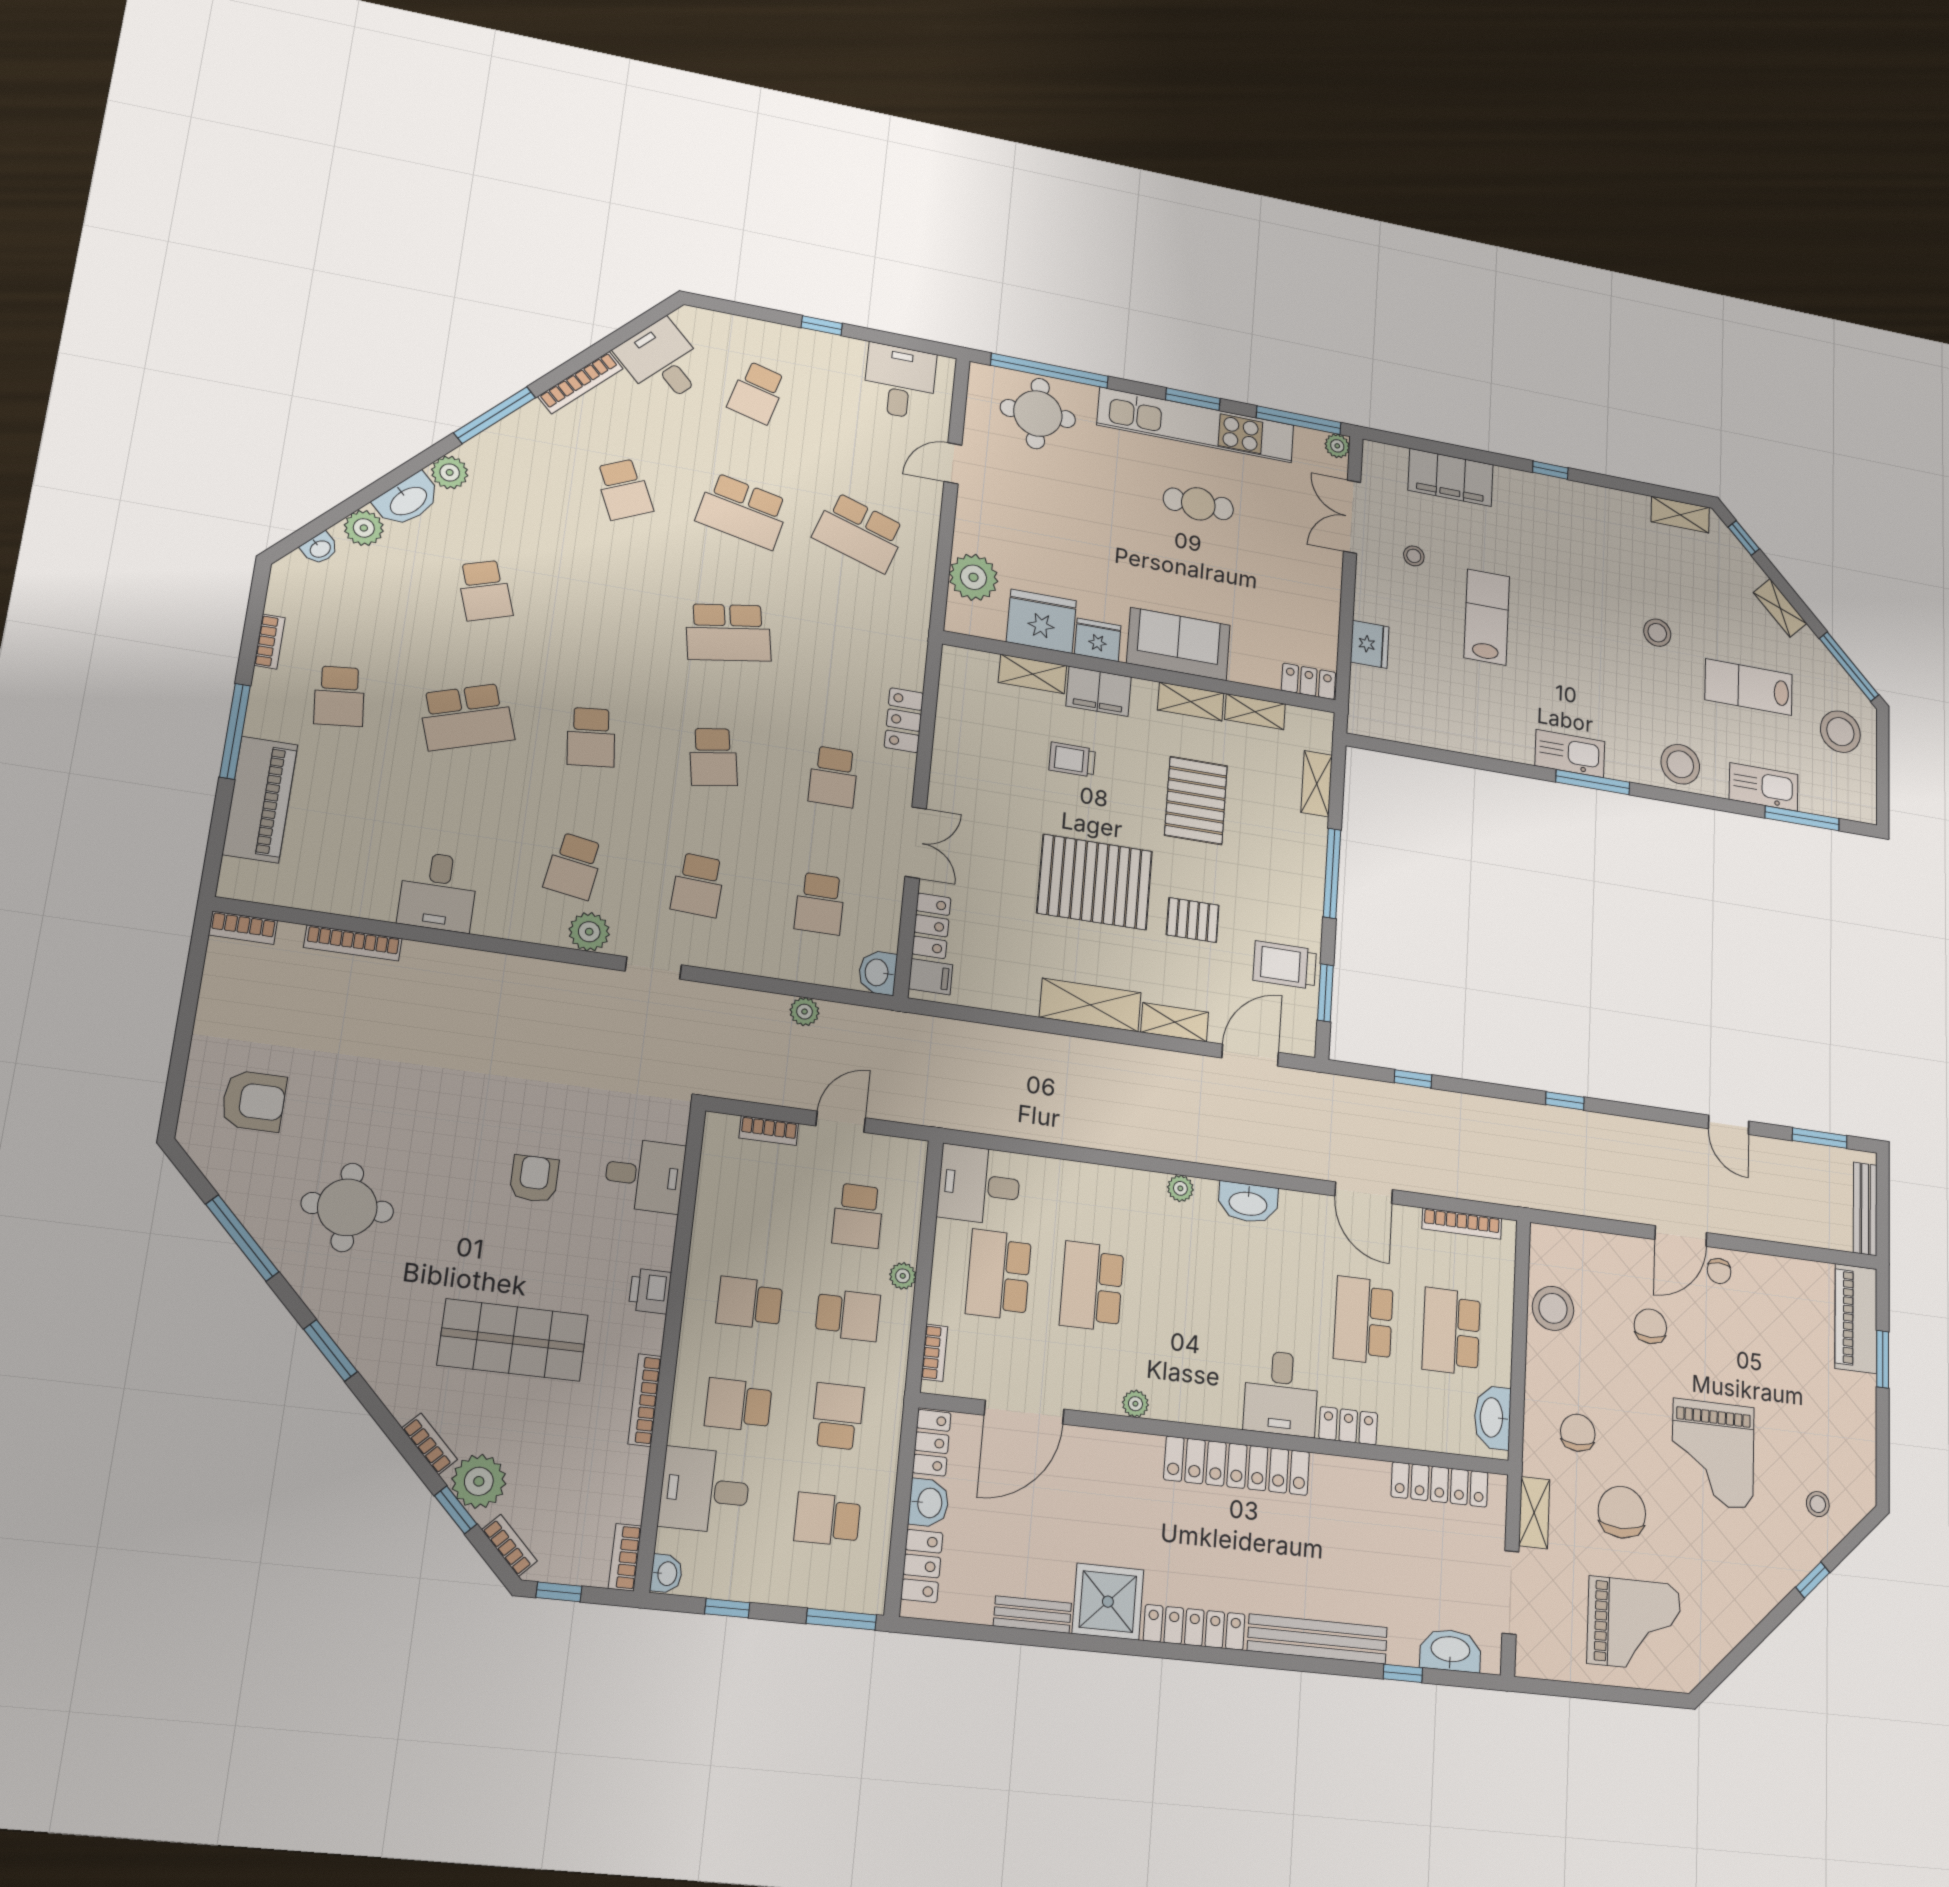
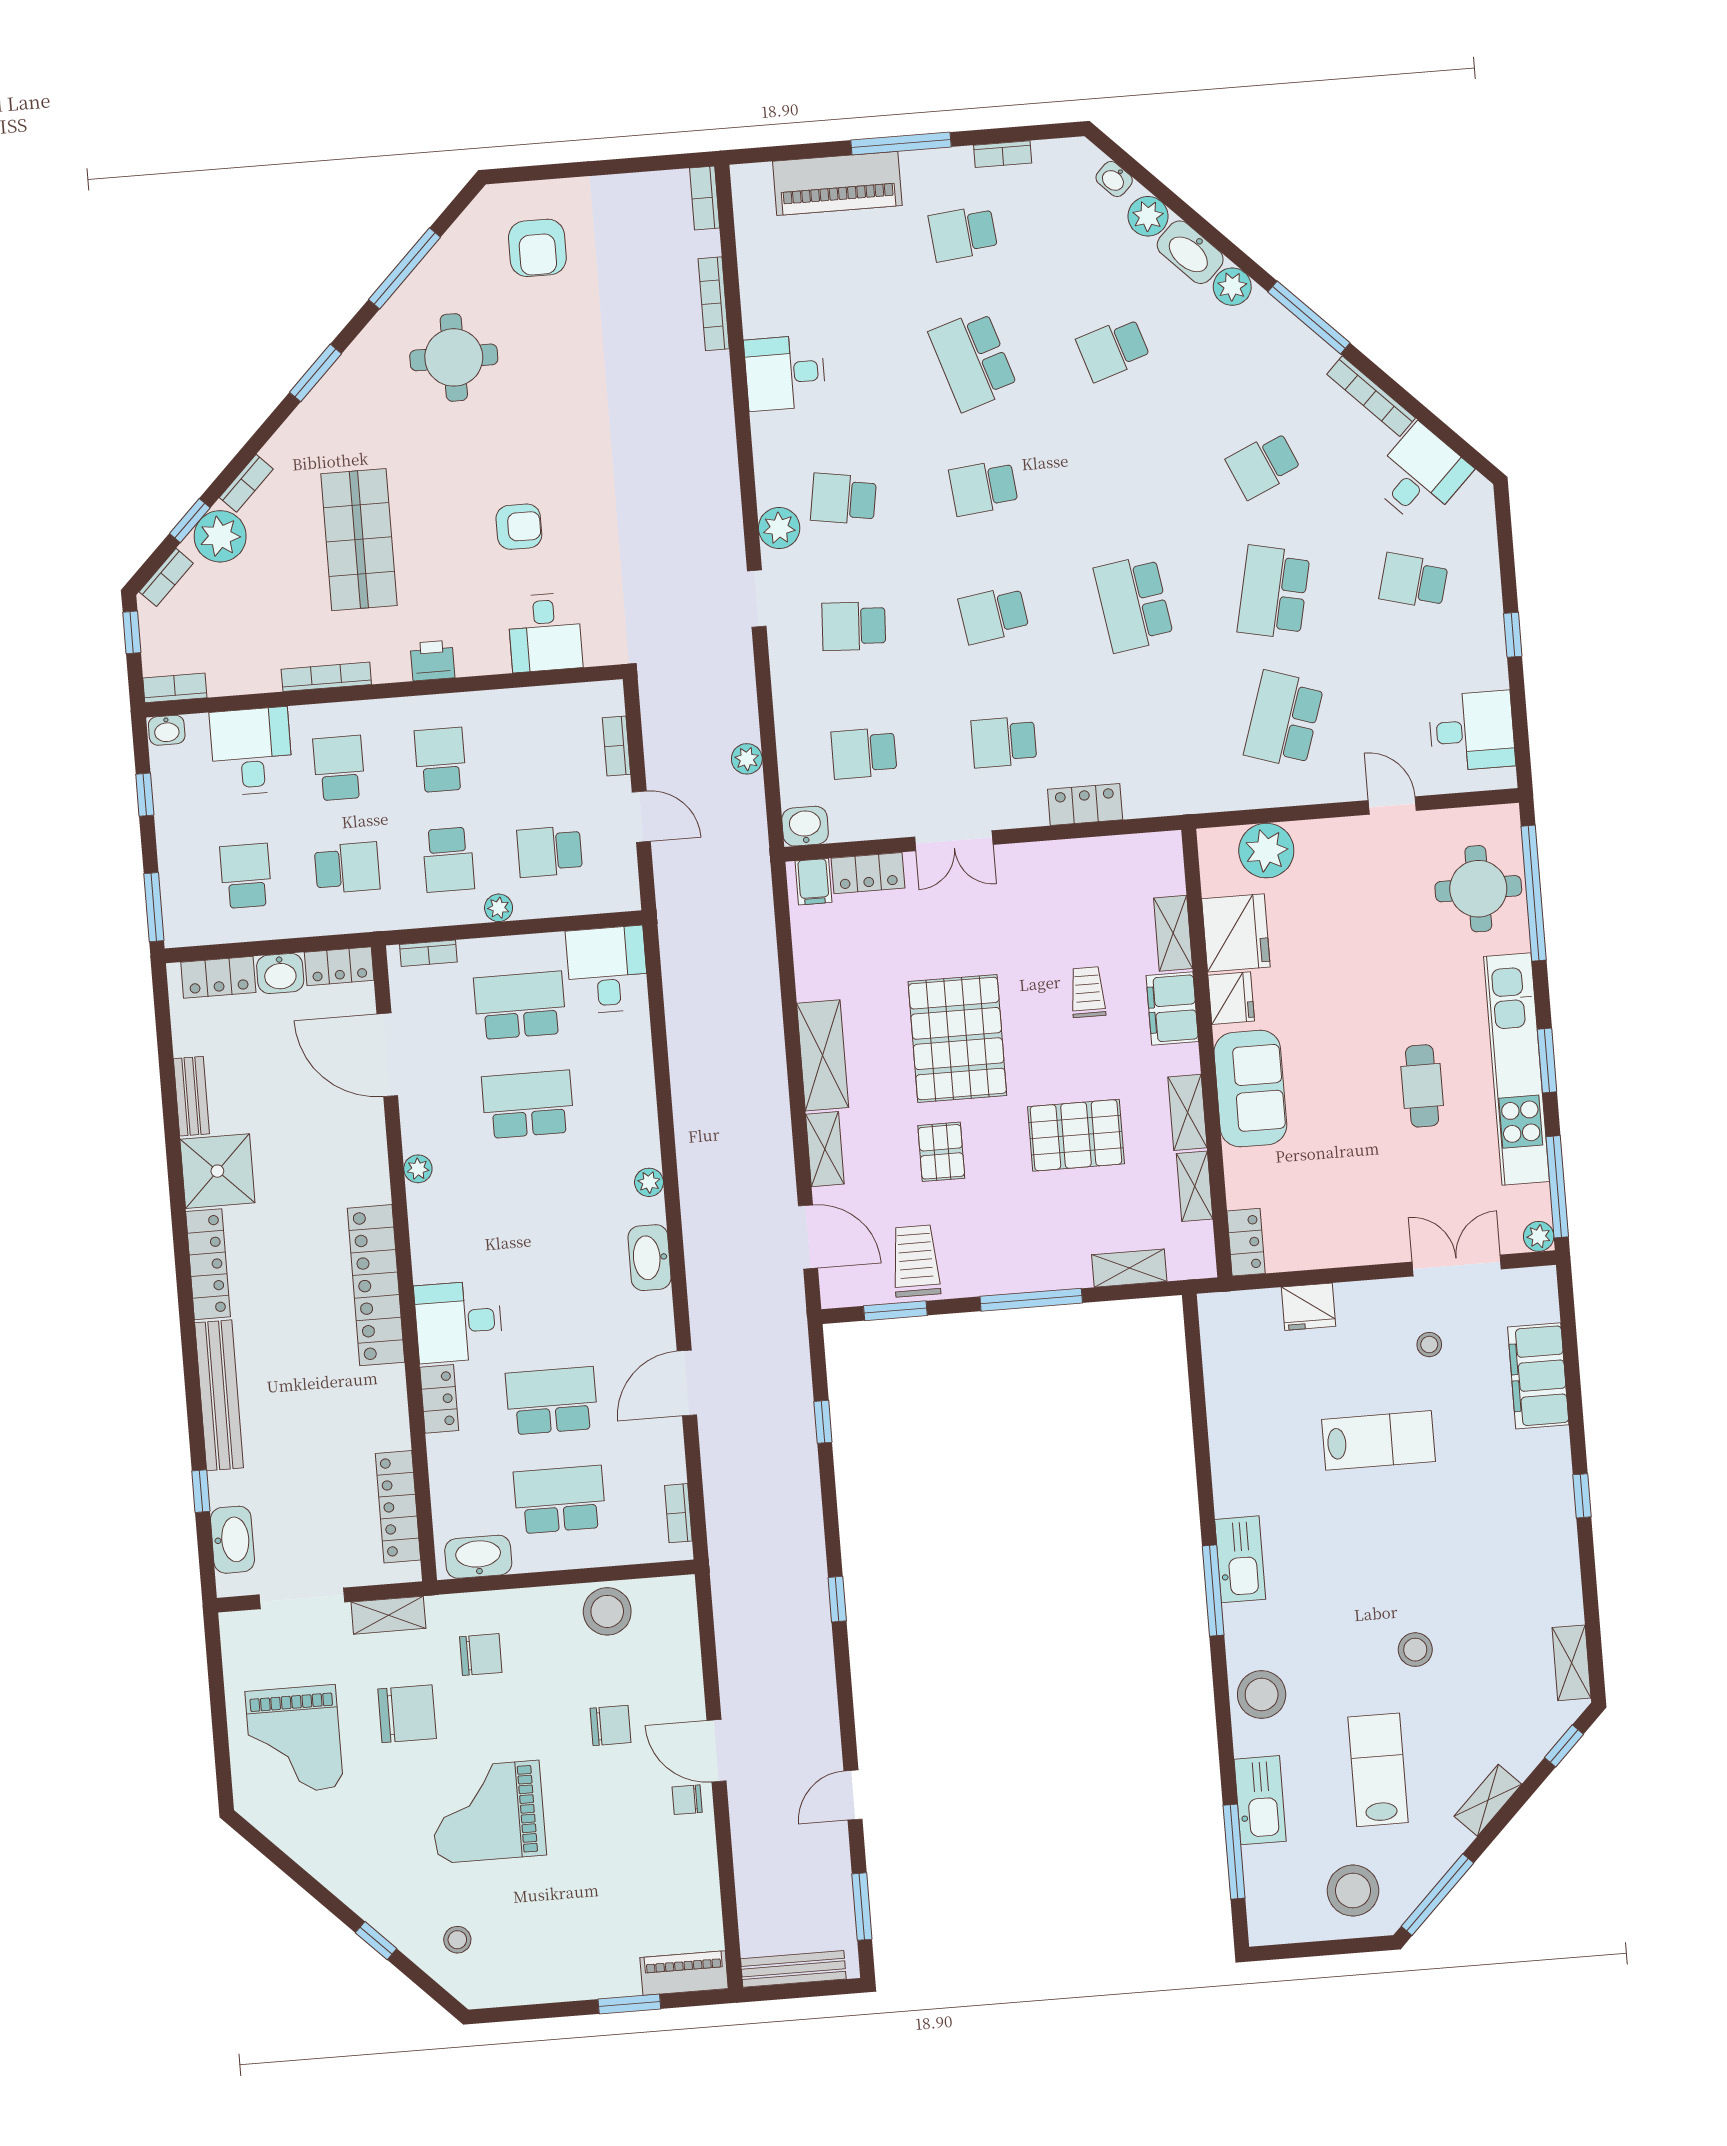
bookcase: (1462, 1224) -> (678, 1513), width x0.64
piano: (1856, 1318) -> (684, 1973), width x0.73, depth x0.75

